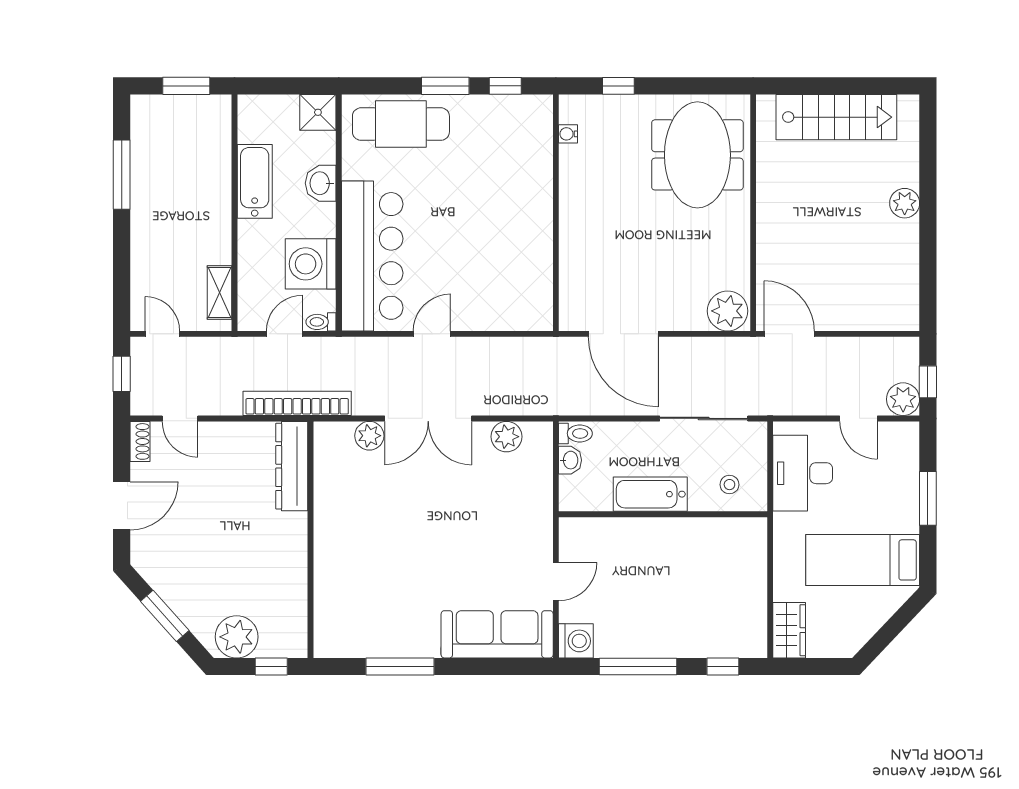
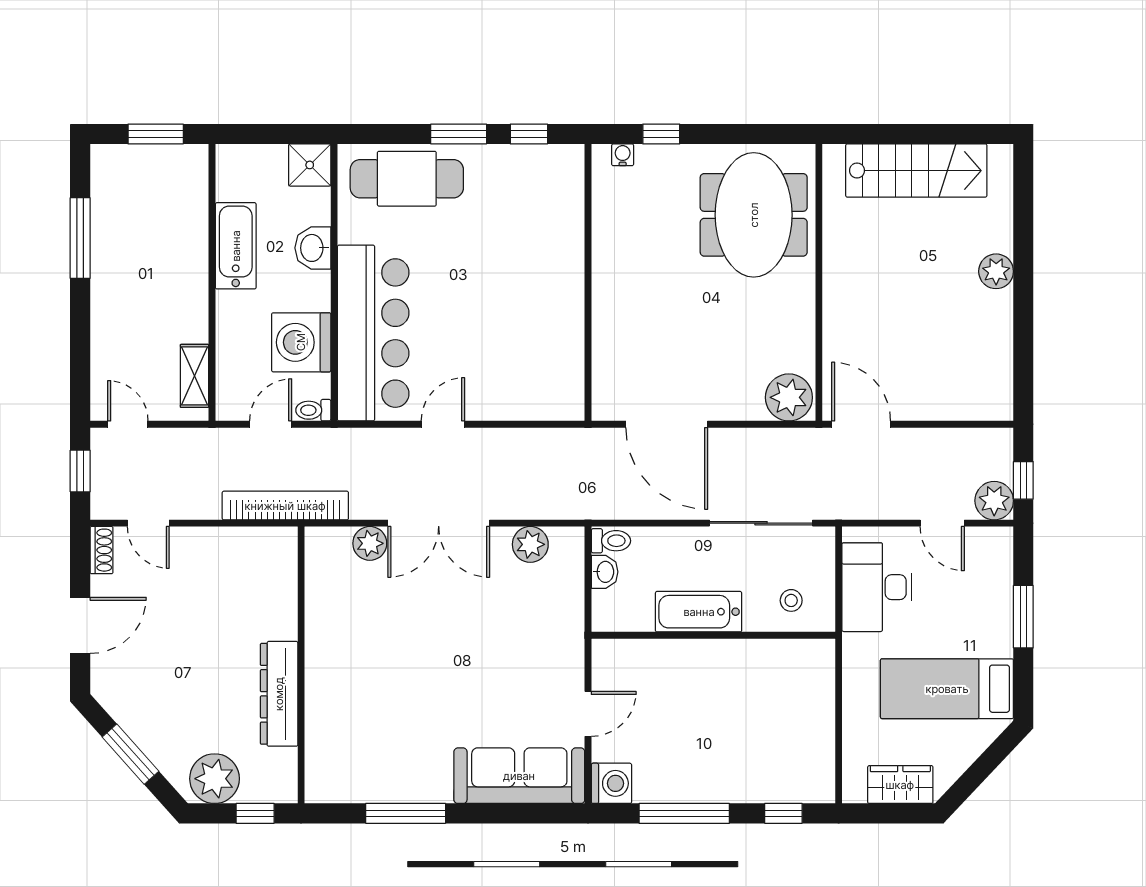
water cooler: (568, 134) -> (623, 155), moved, turned 90
dresser: (292, 466) -> (279, 694), moved
wardrobe: (789, 630) -> (900, 785), moved, turned -90

